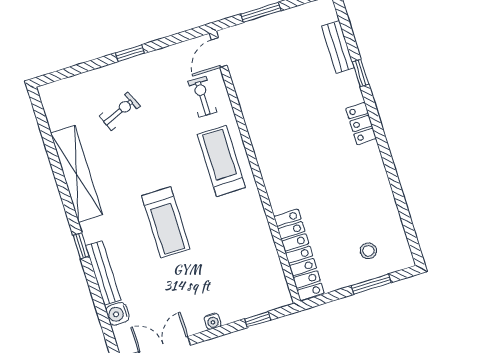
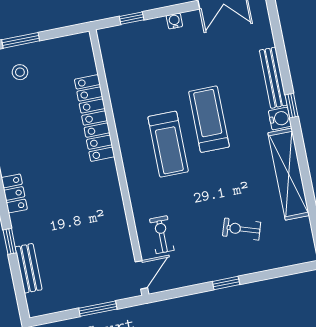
exercise bike: (202, 97) -> (162, 235), turned 180
exercise bike: (120, 111) -> (242, 229), turned 41
treadmill: (221, 161) -> (168, 144), moved
locker: (299, 255) -> (95, 118), moved
water cooler: (118, 314) -> (280, 119), moved

